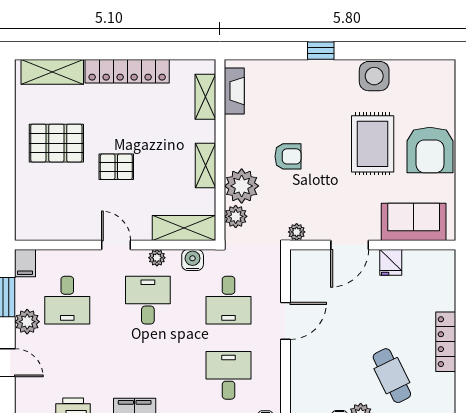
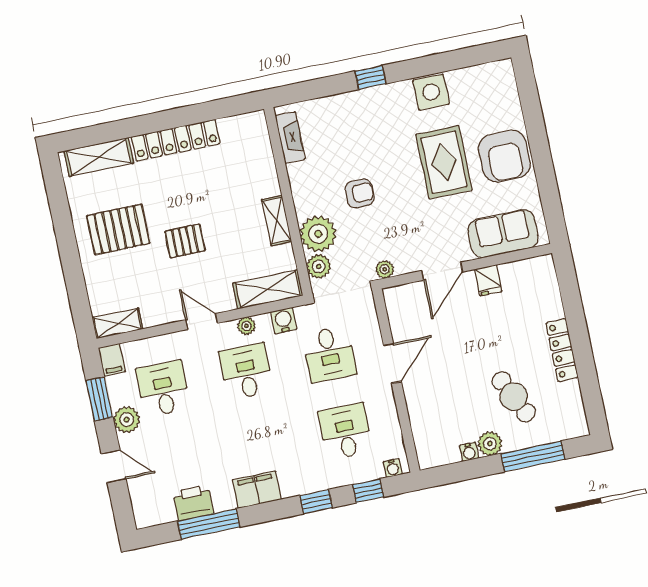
shelving: (205, 97) -> (117, 323), moved, turned 90
desk: (67, 300) -> (163, 389), turned 180

